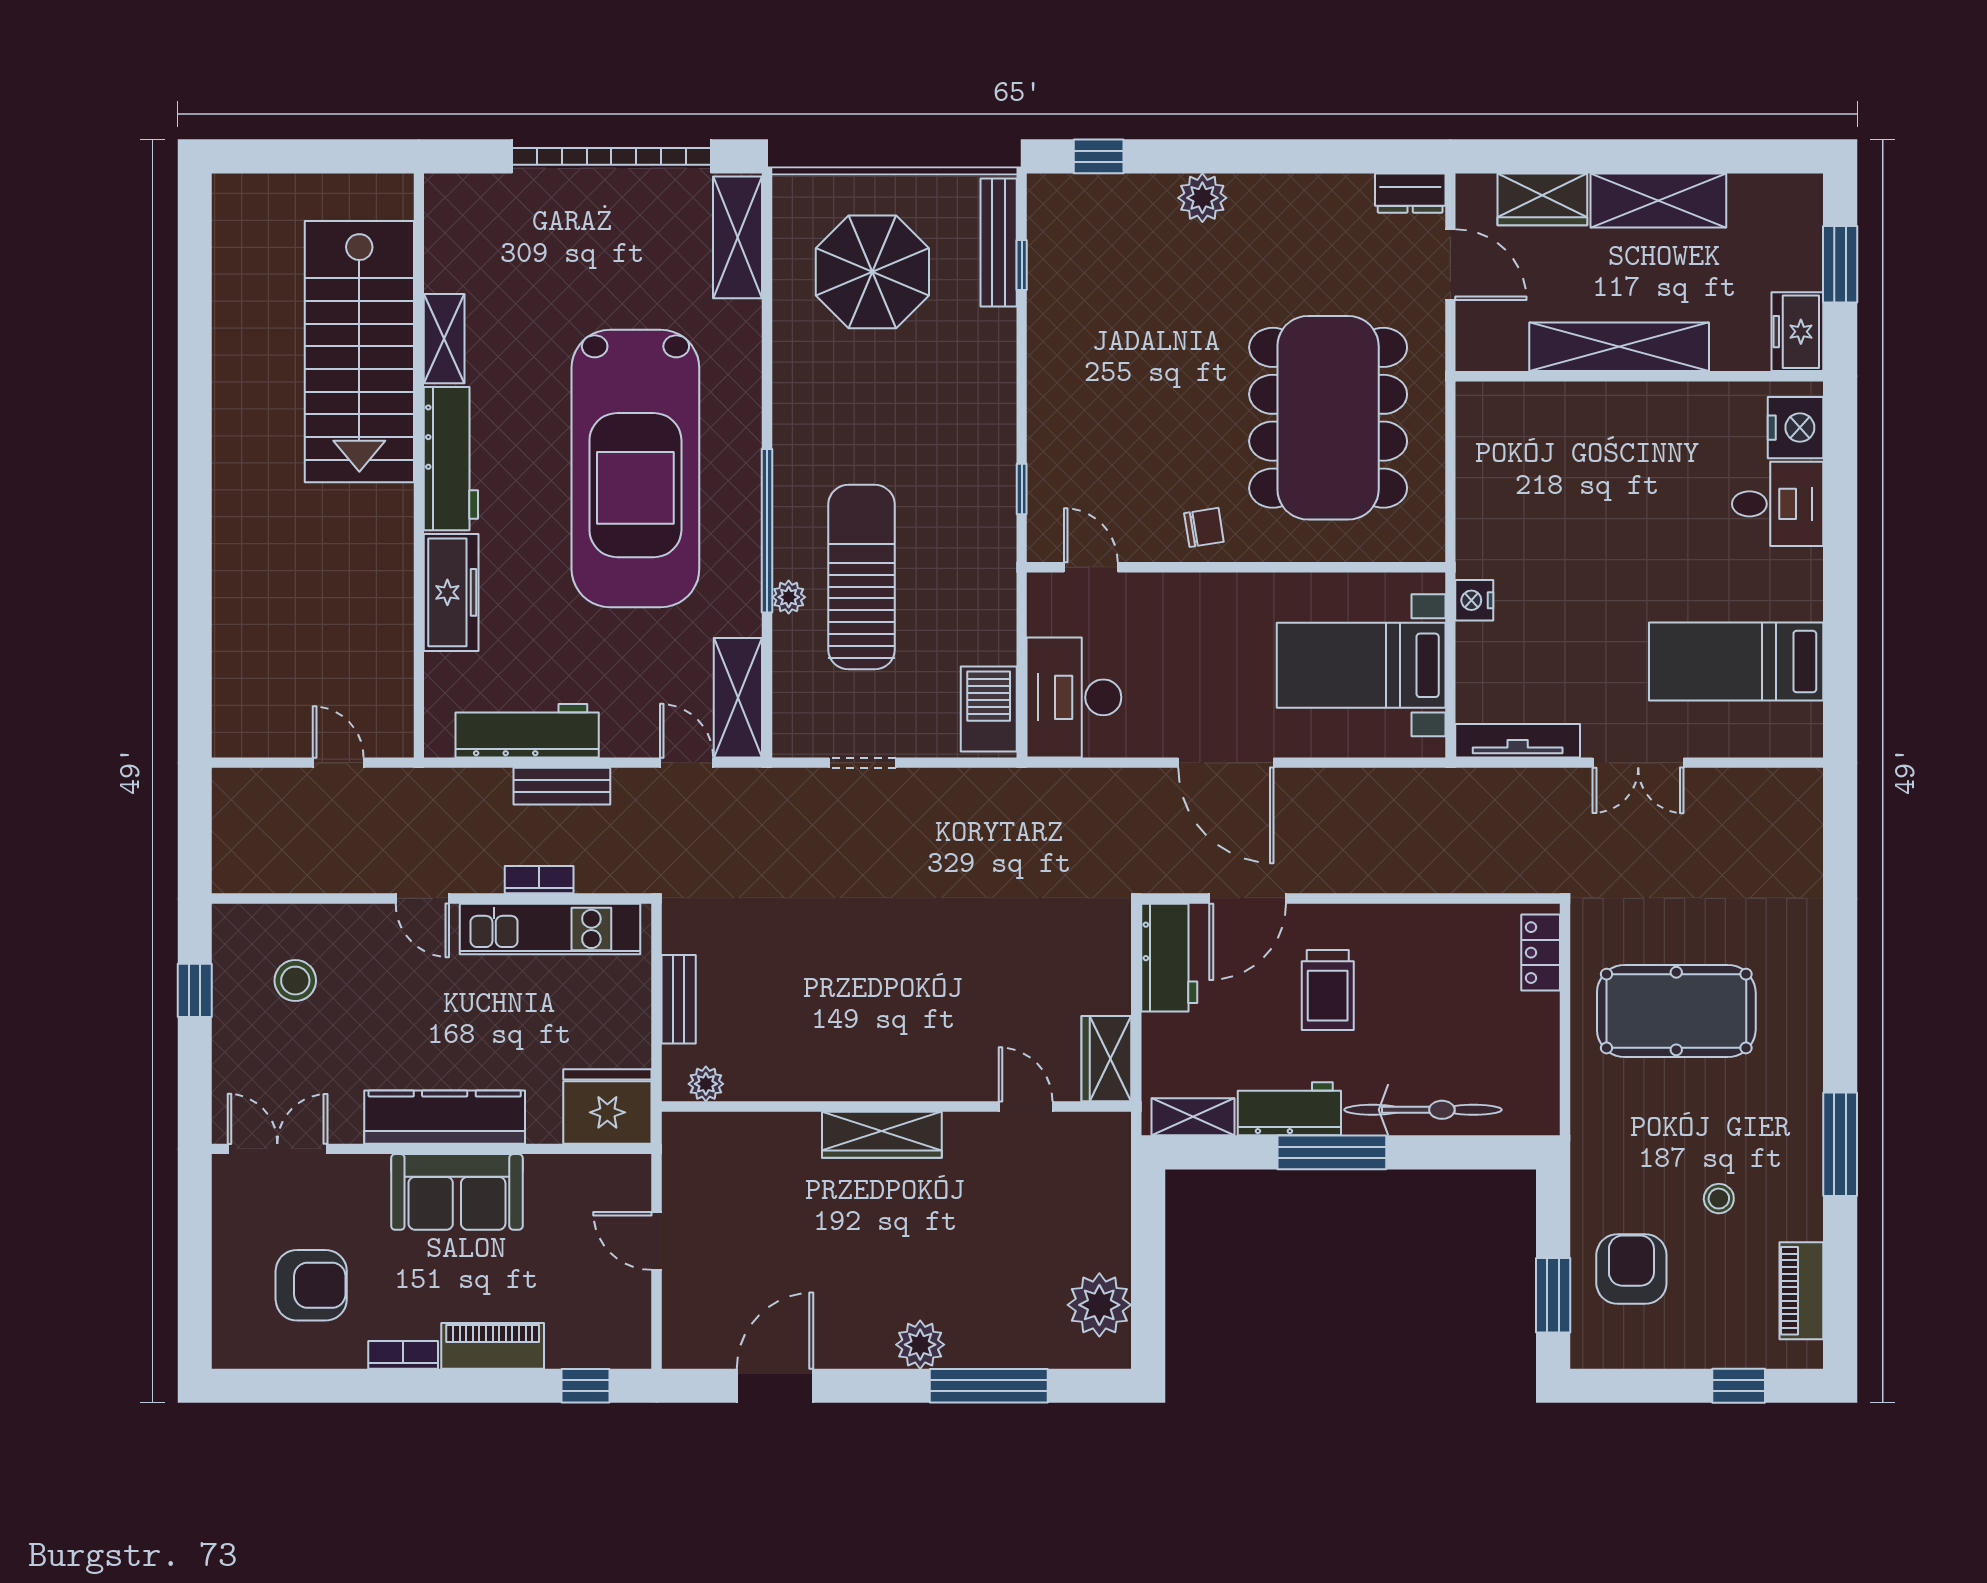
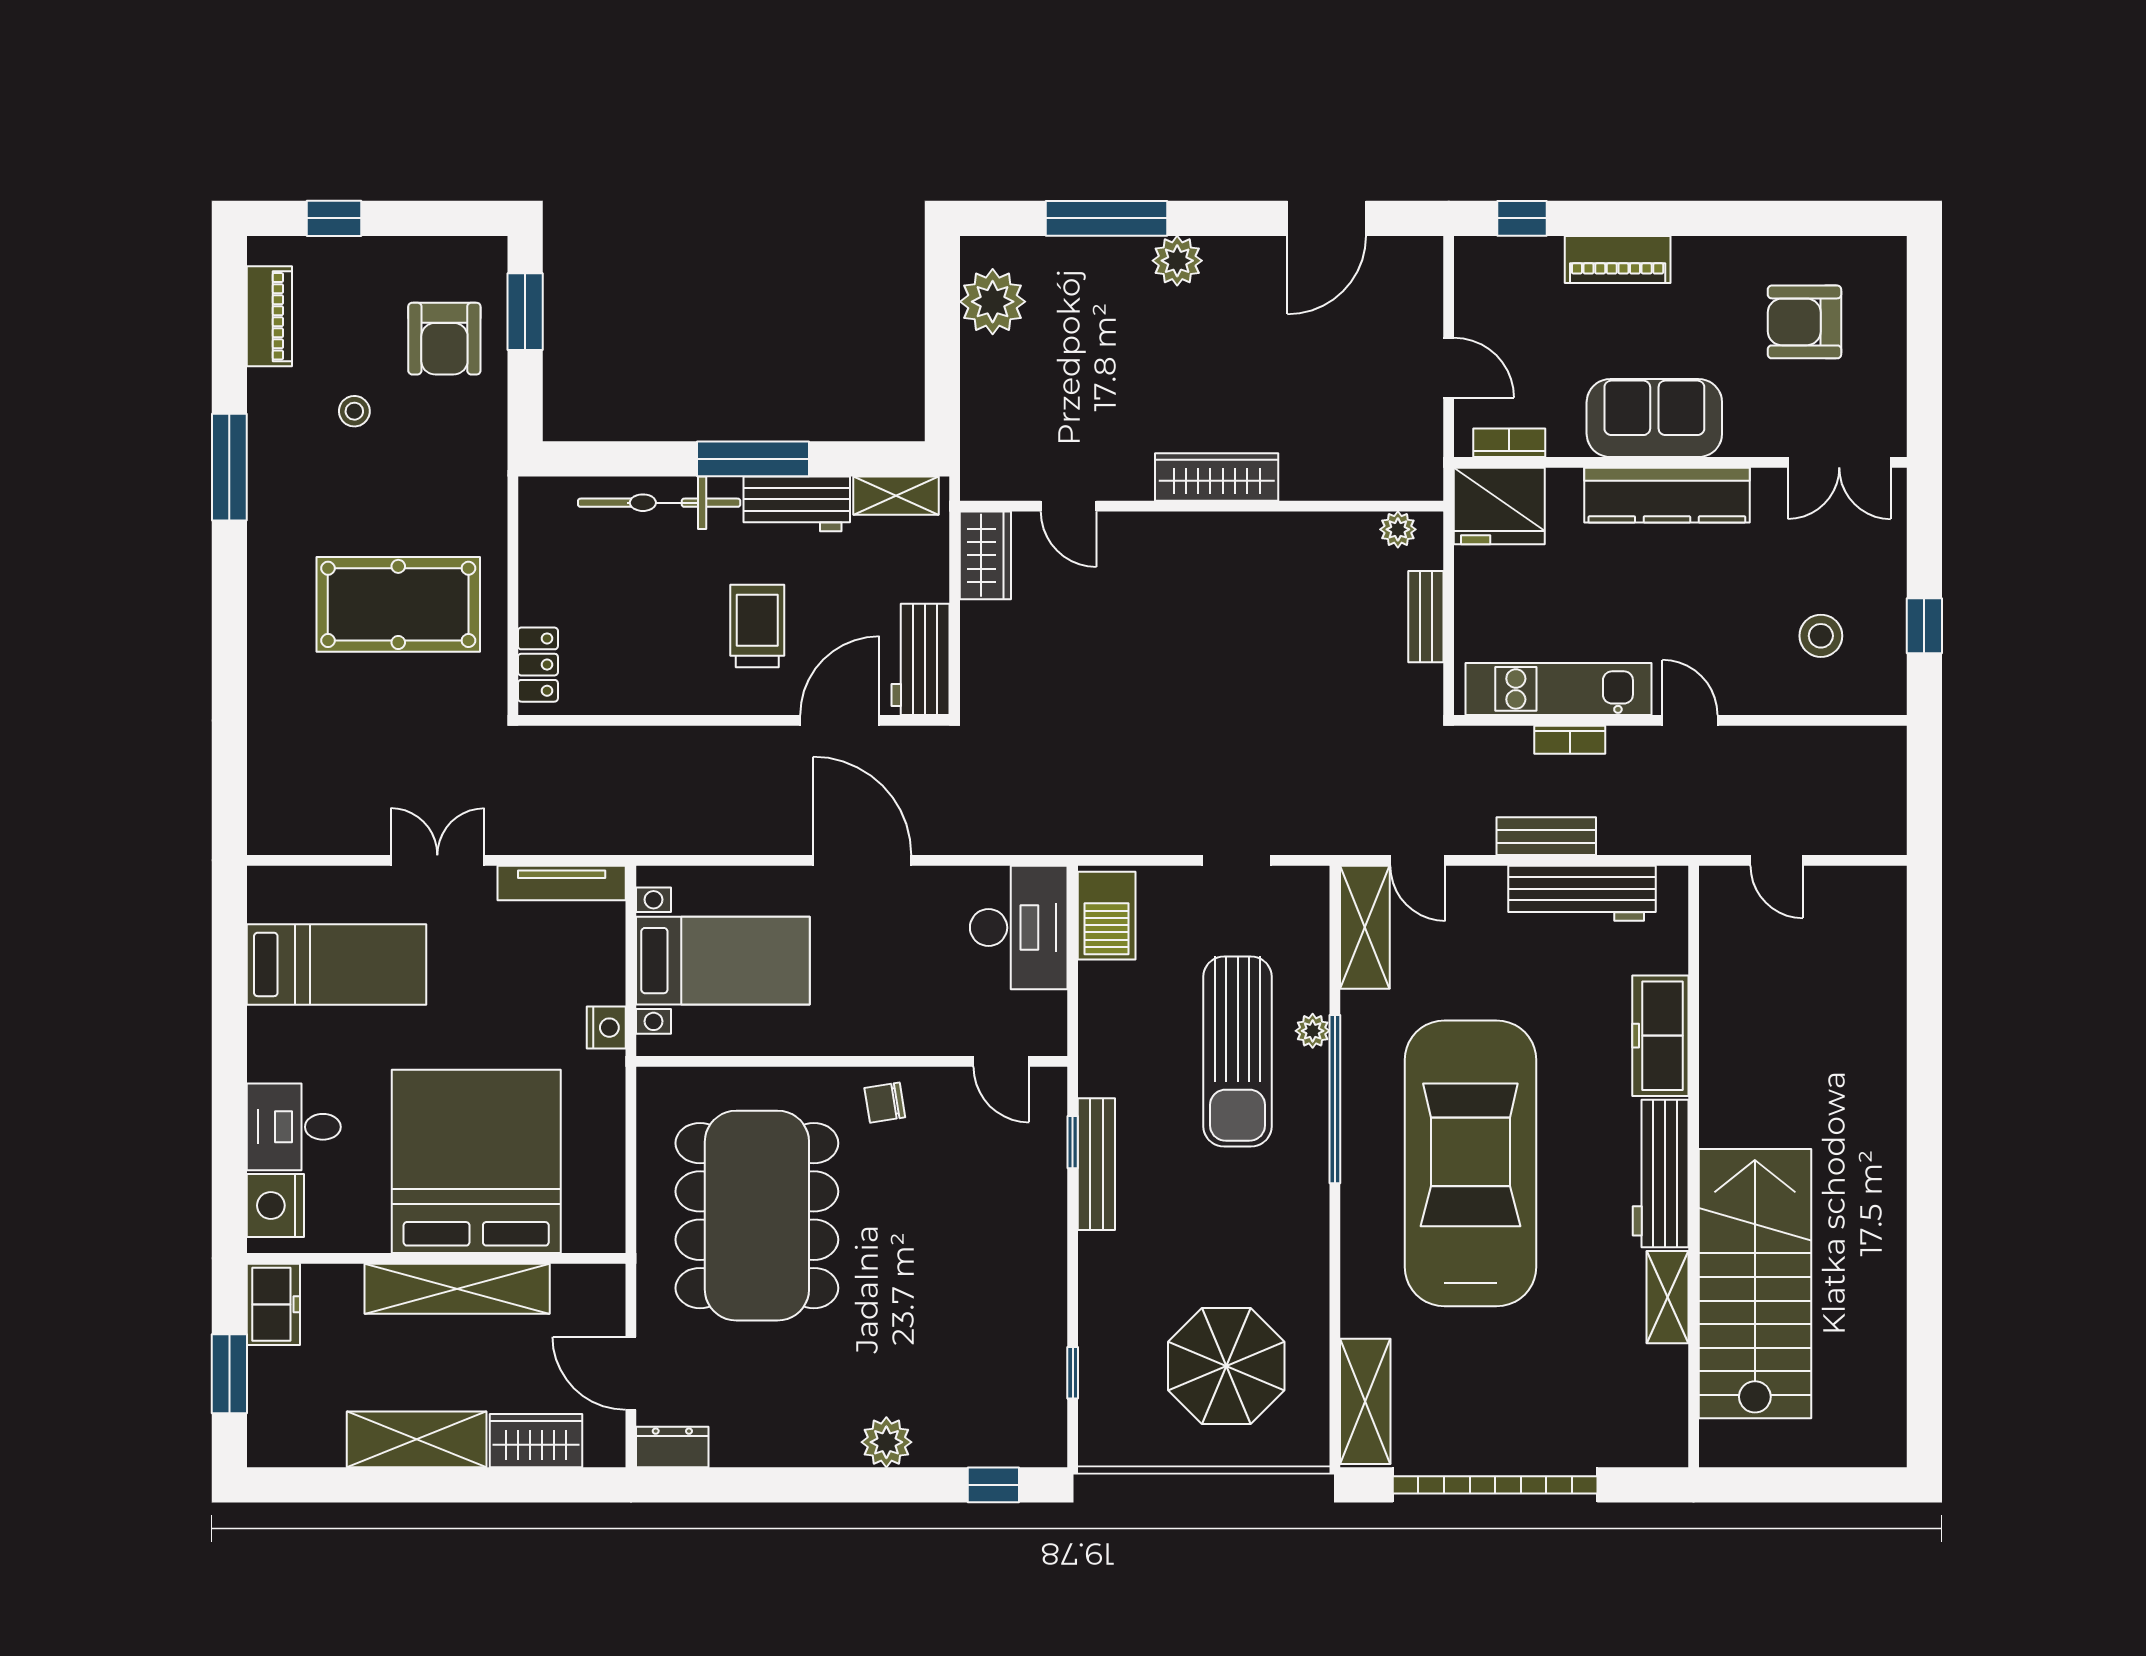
bench: (999, 243) -> (1096, 1164), moved
bed: (1601, 470) -> (476, 1161), added
bookcase: (403, 1355) -> (1509, 443), moved, turned 180

